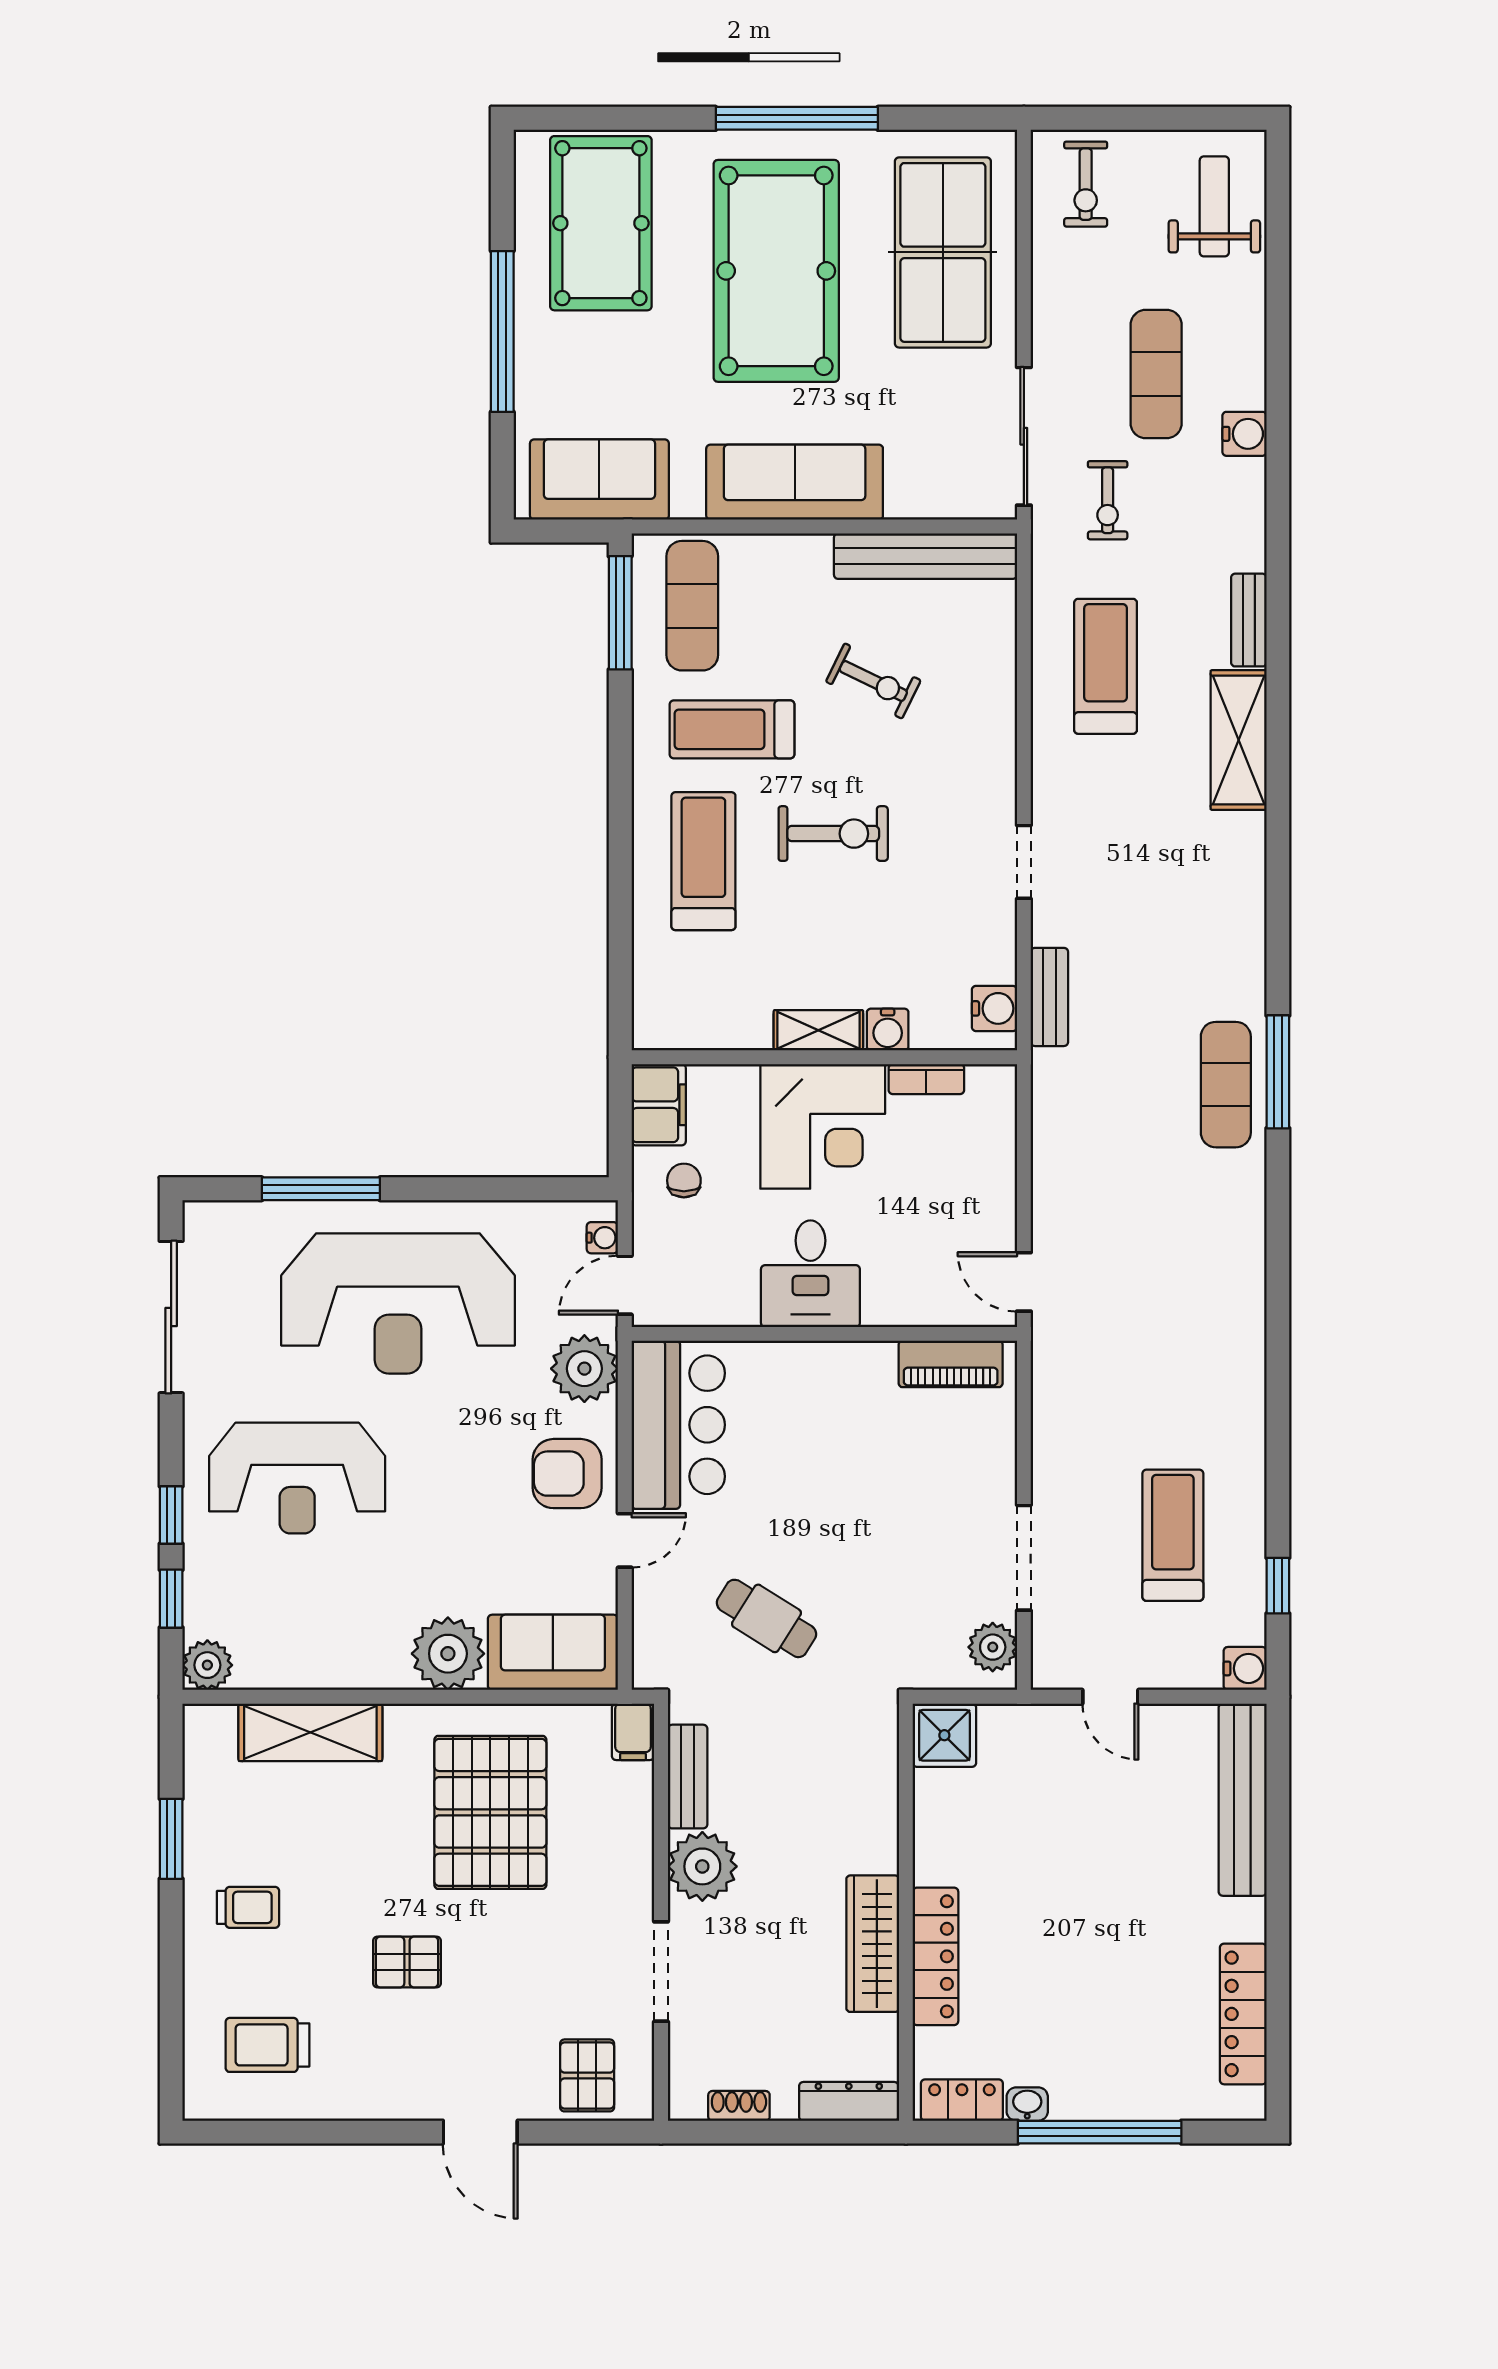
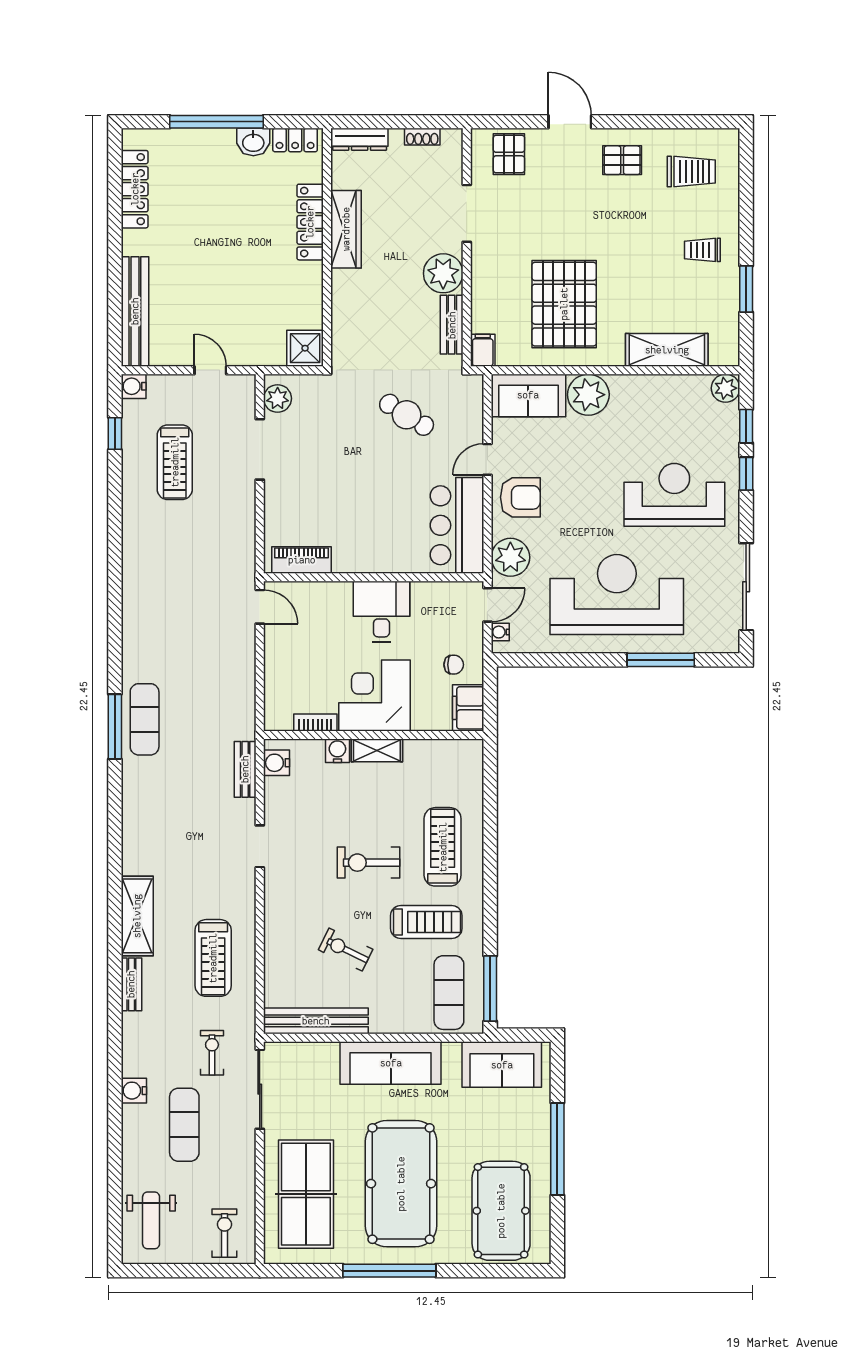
treadmill: (703, 861) -> (443, 847), turned 180
chair: (684, 1180) -> (454, 665), turned -90
pallet: (407, 1962) -> (622, 160), moved
washbasin: (1027, 2104) -> (253, 142), width x1.38, depth x1.45

